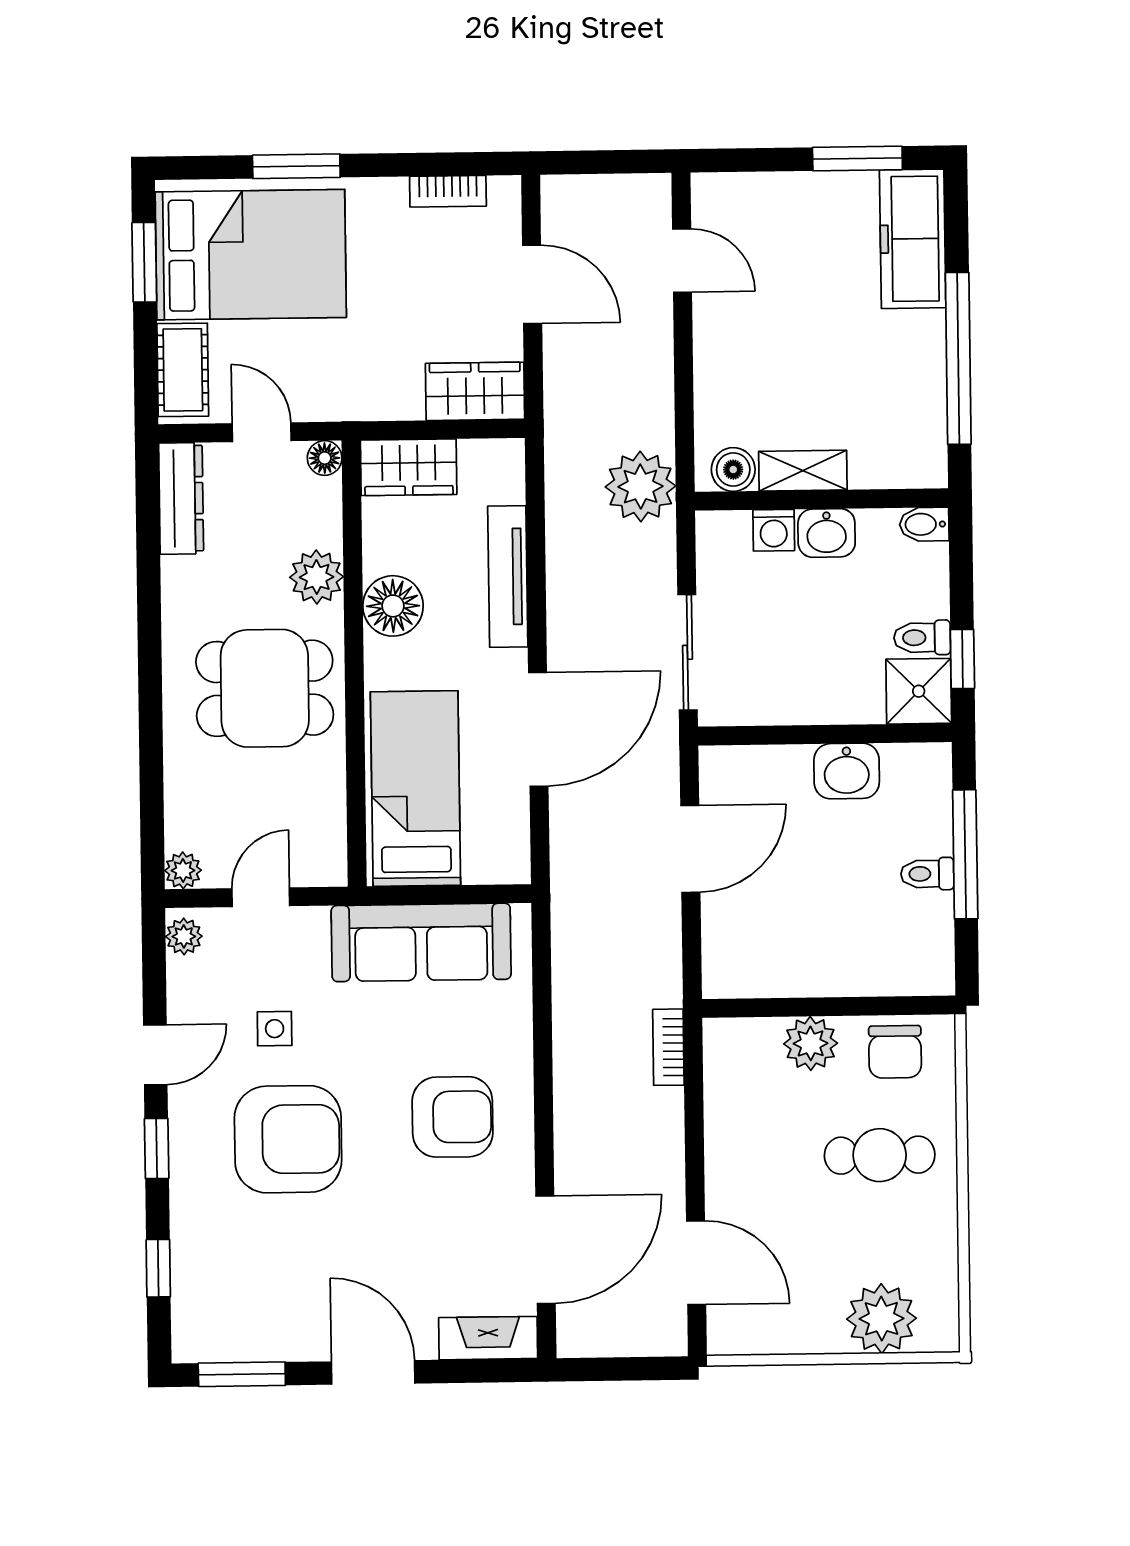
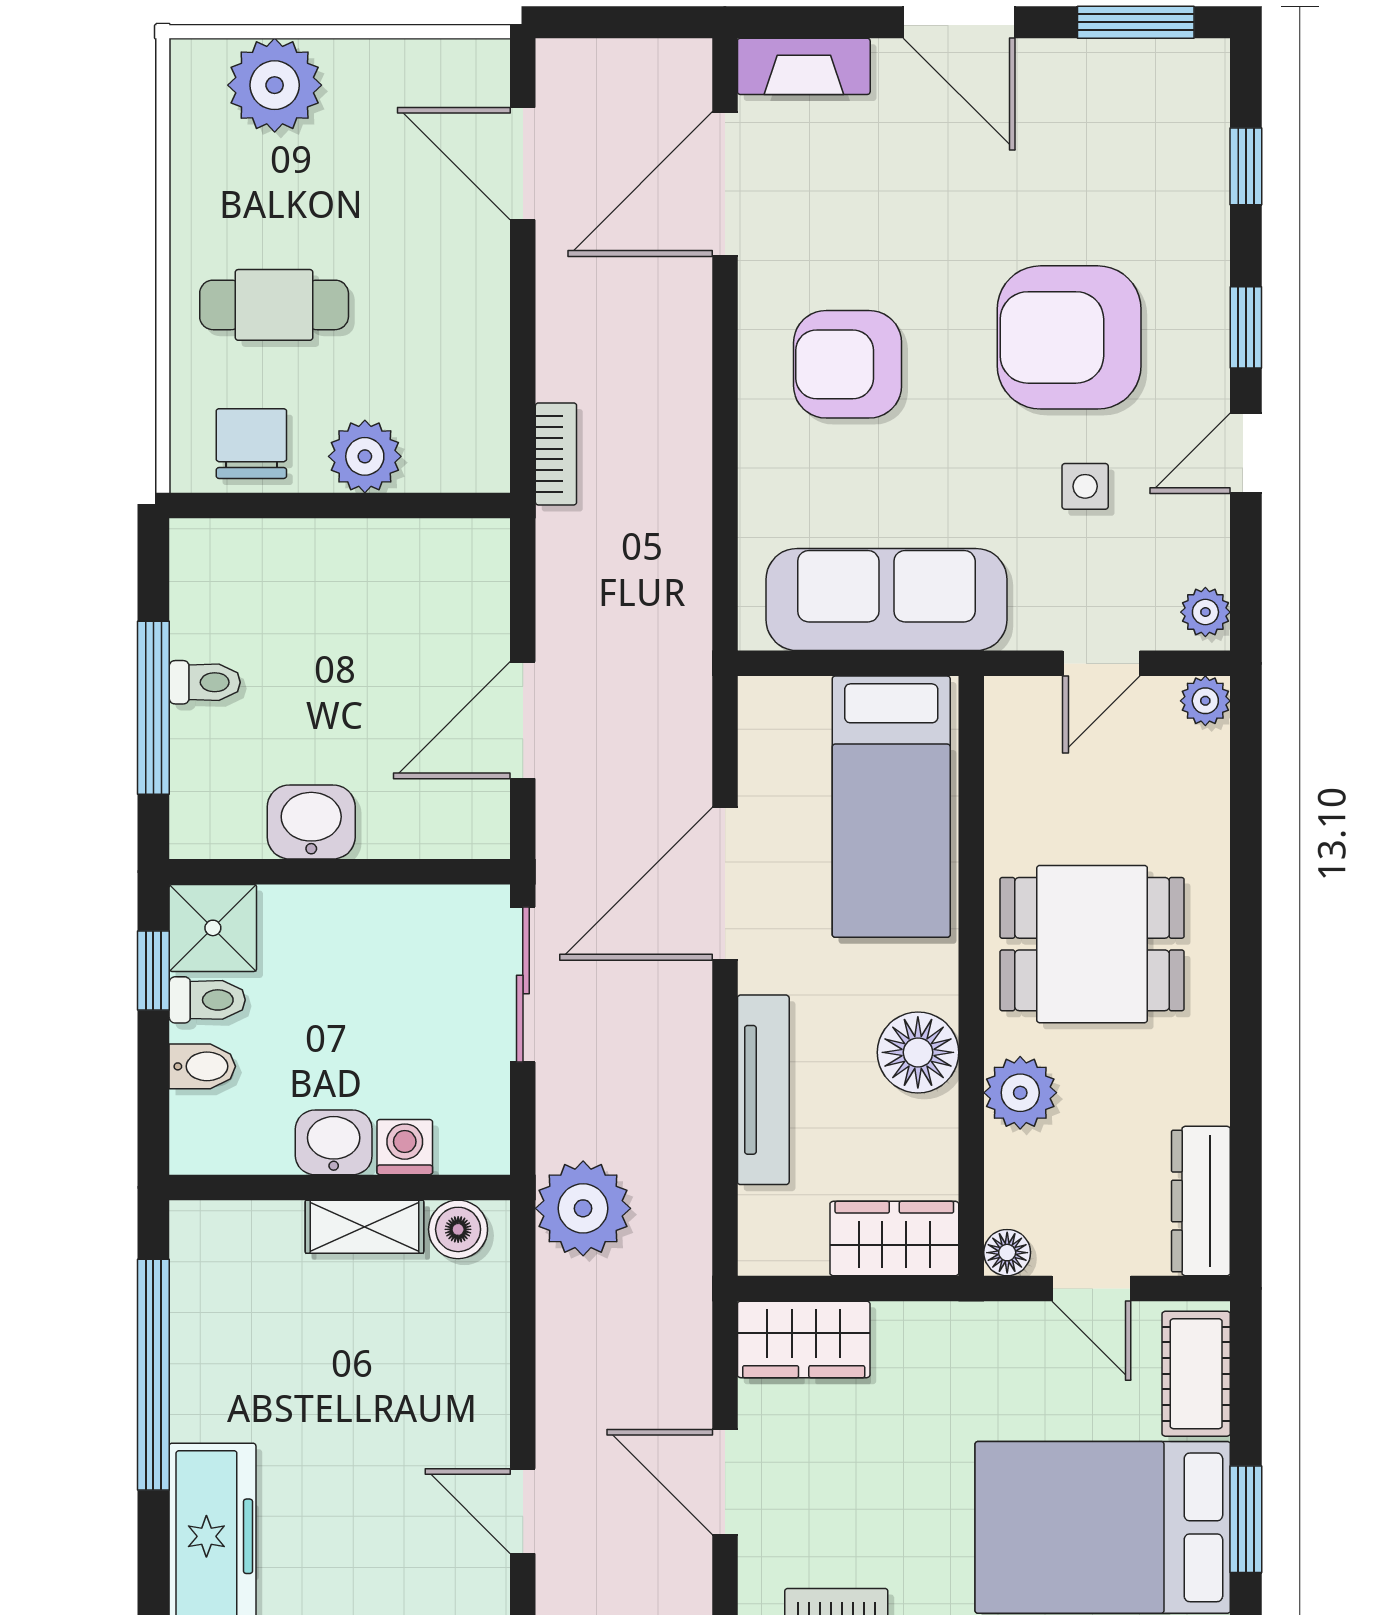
bidet: (924, 524) -> (202, 1066), moved

